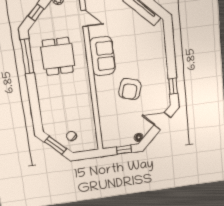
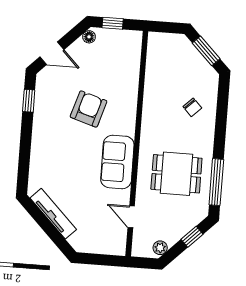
dining table: (58, 56) -> (176, 174), turned 90
chair: (71, 136) -> (192, 107), moved

